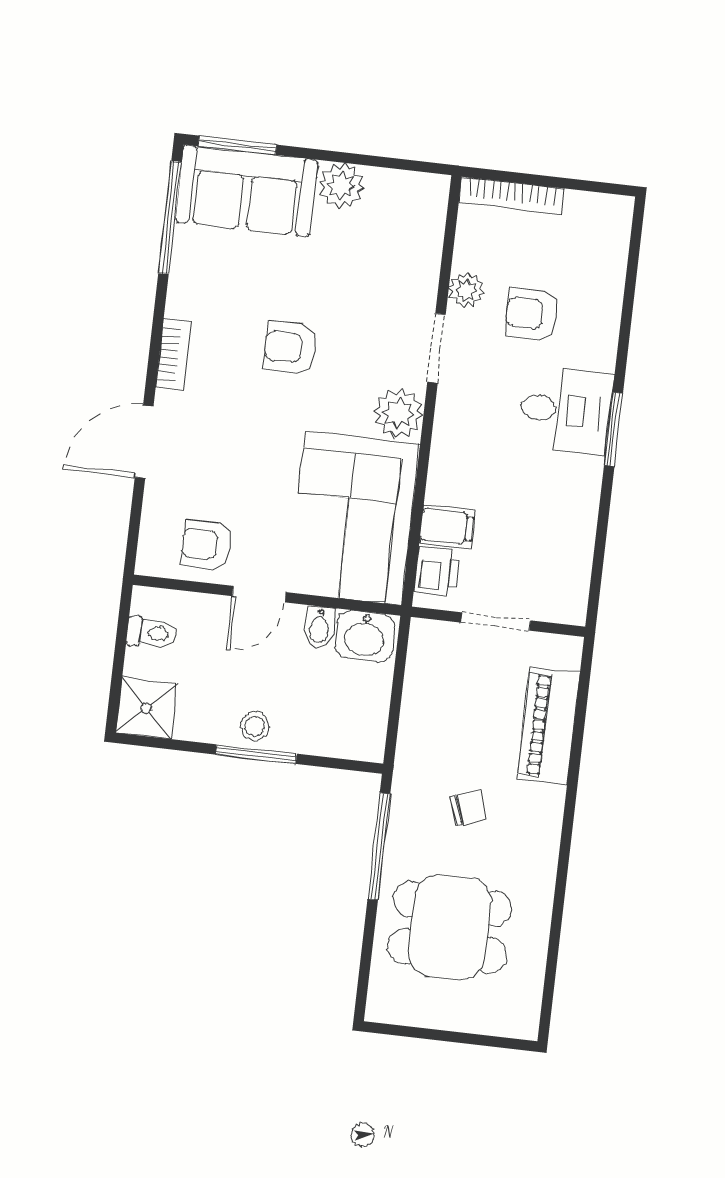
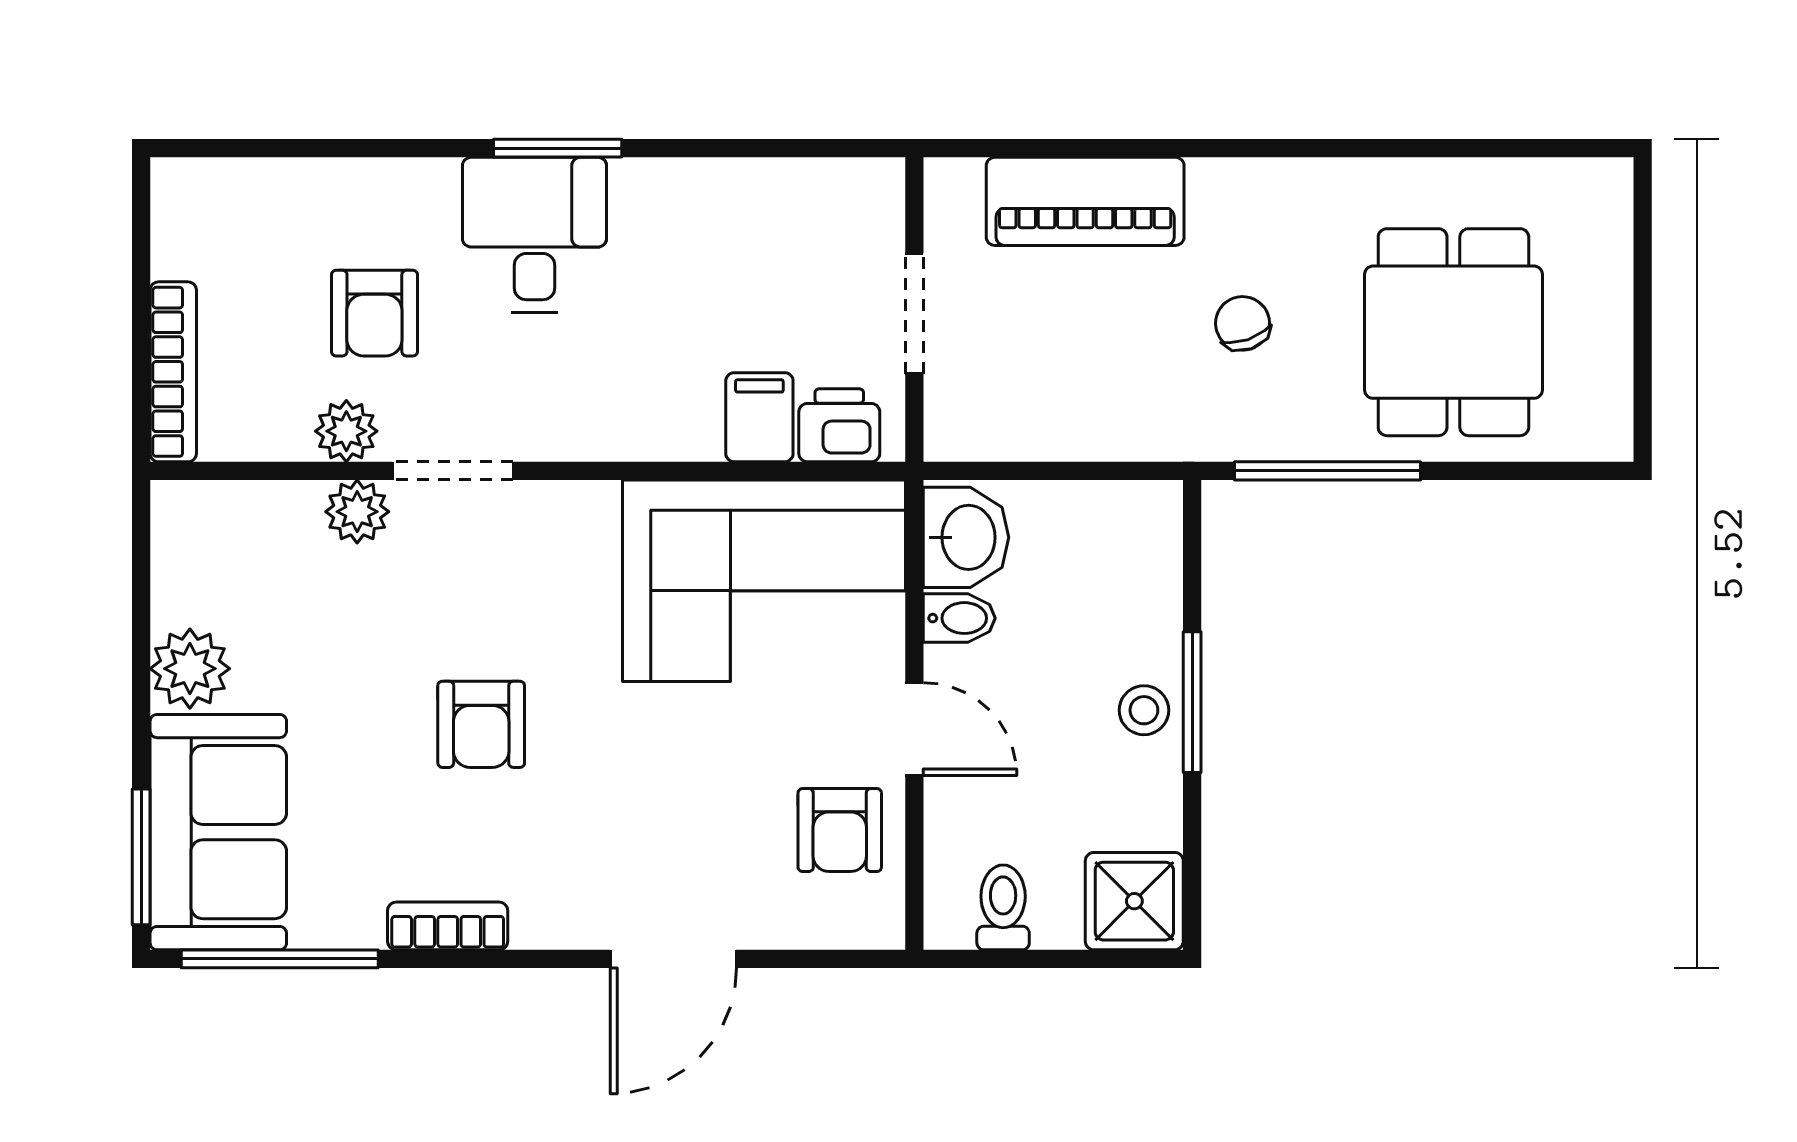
bookcase: (173, 355) -> (448, 926), moved
plant: (399, 413) -> (357, 512), moved, width x0.73, depth x0.73
door: (144, 442) -> (673, 959), hinge flipped

